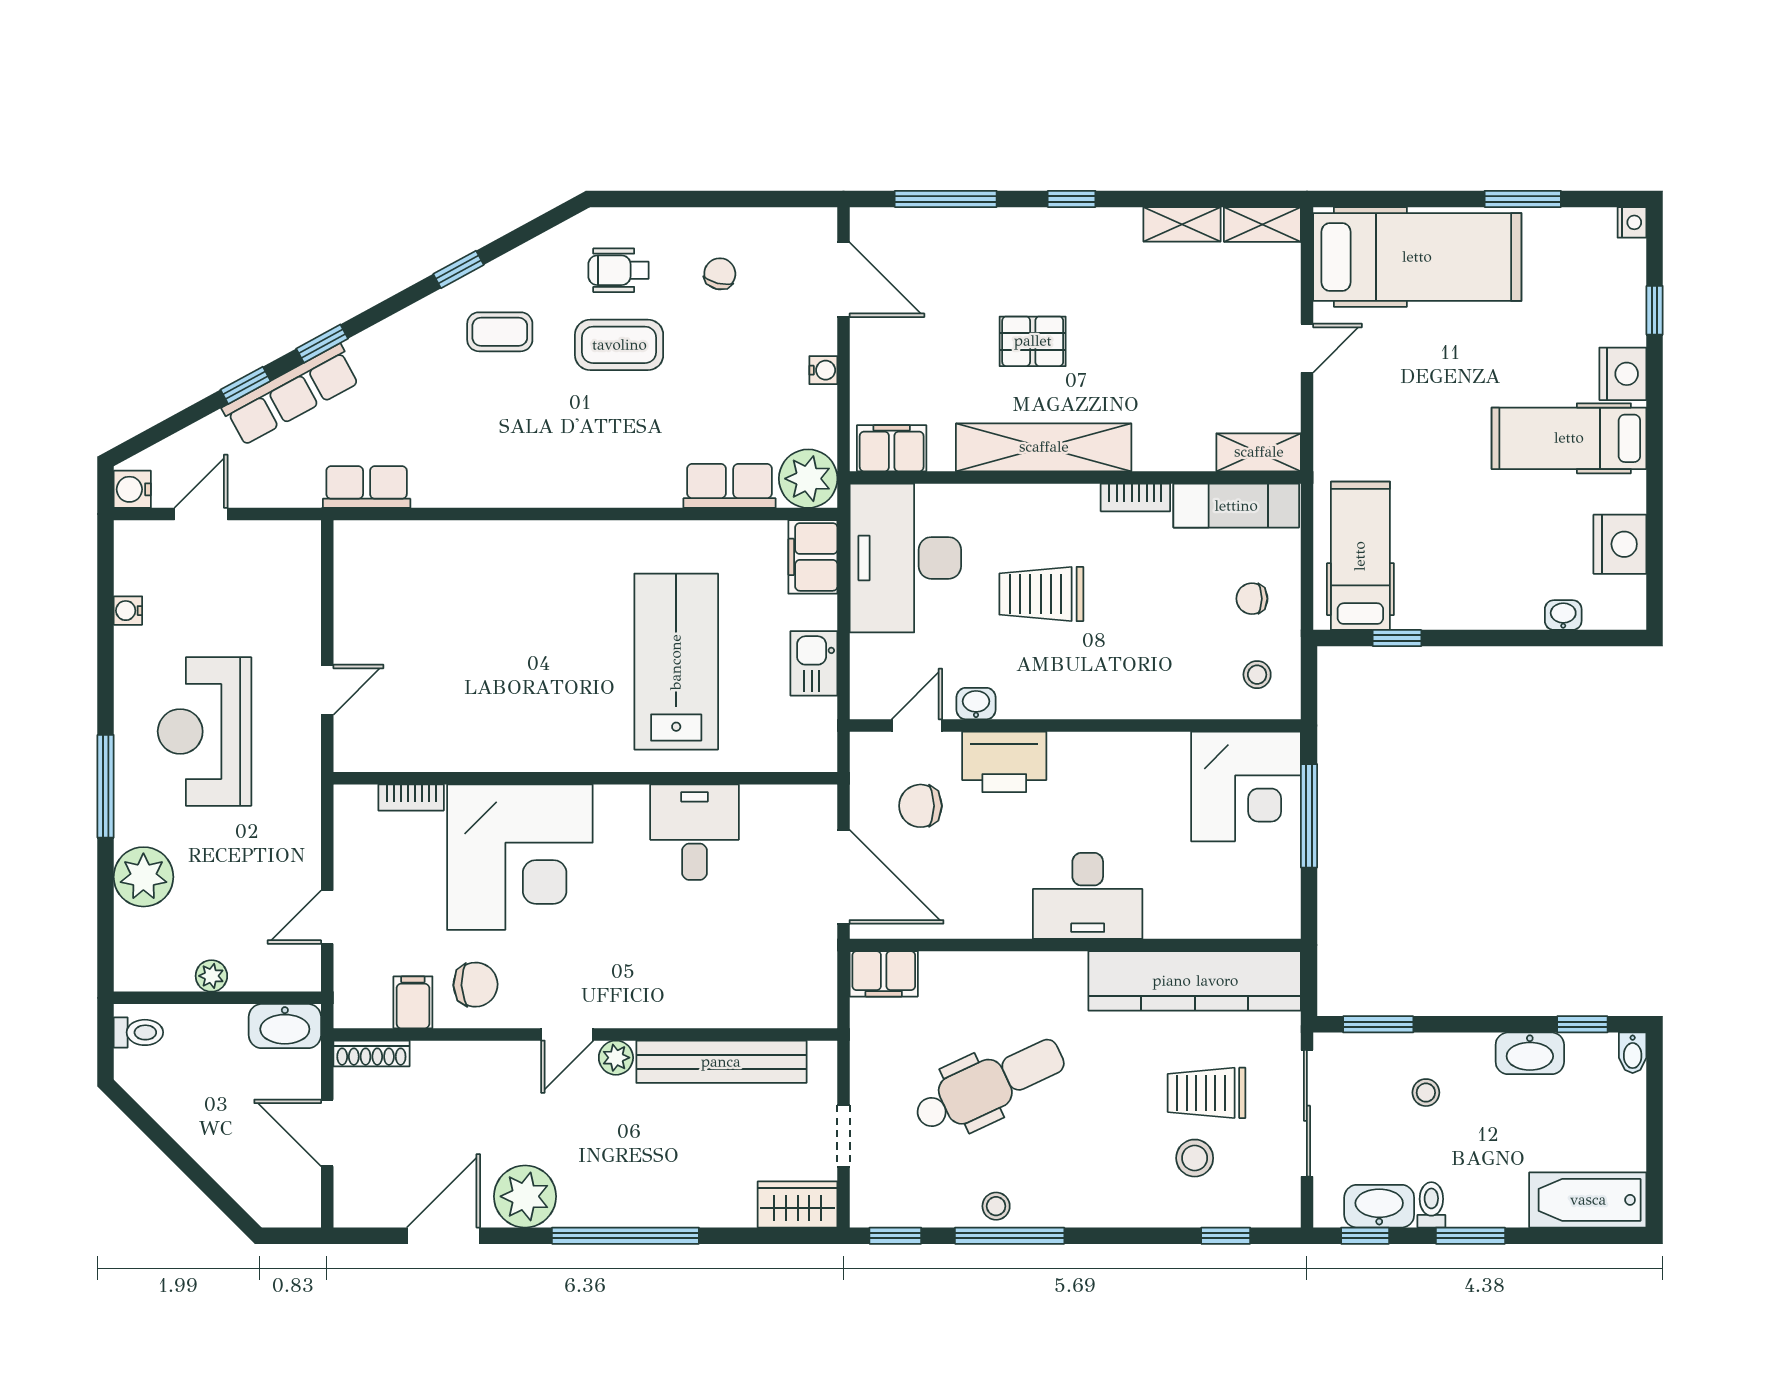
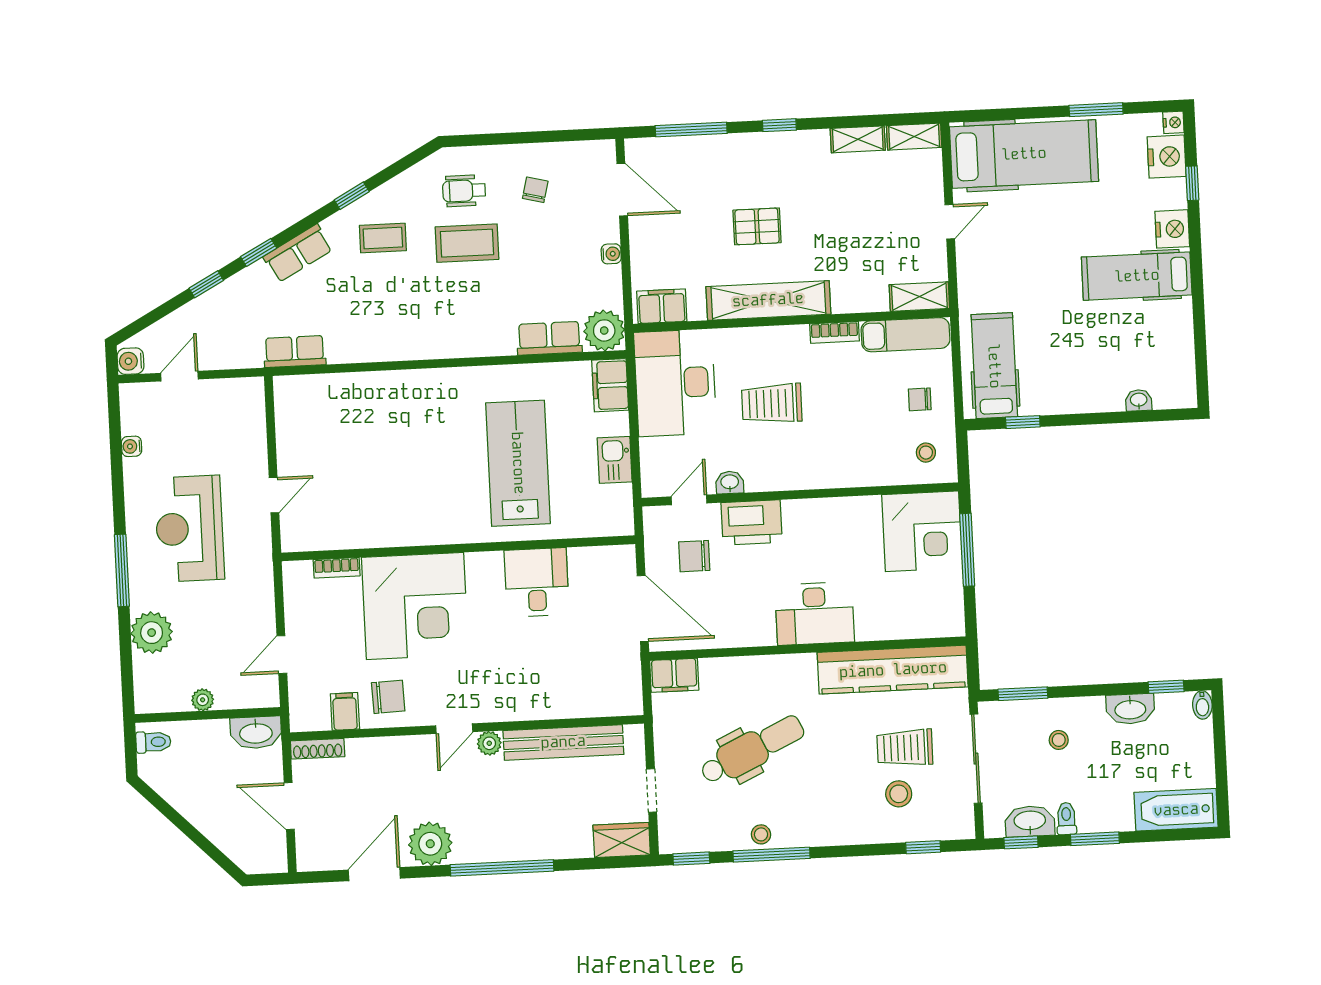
row of seats: (291, 395) -> (298, 253), moved, width x0.68
nightstand: (1620, 544) -> (1167, 157), moved

